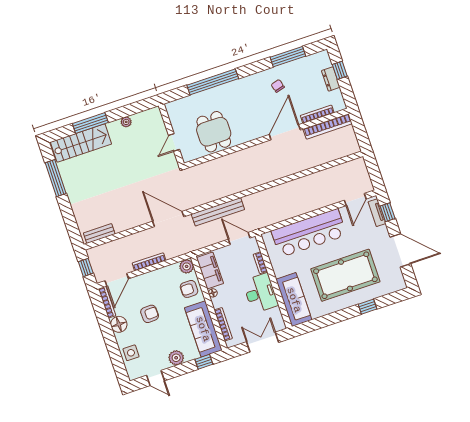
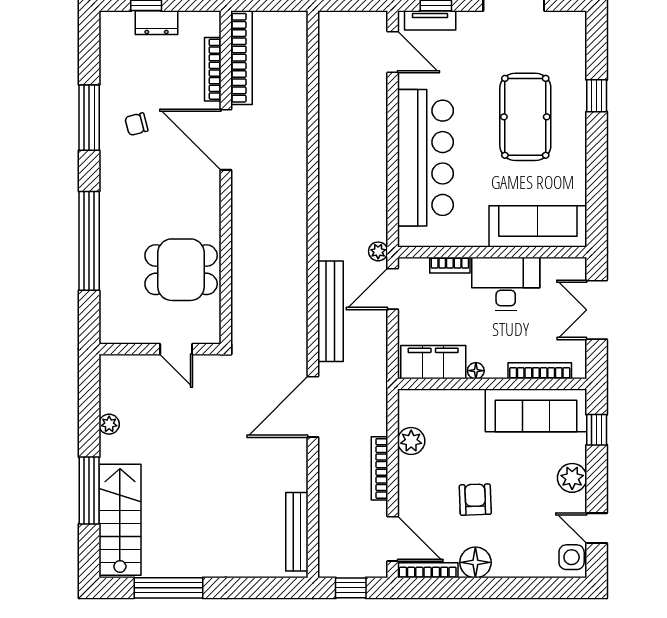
window: (288, 57) -> (89, 118), moved
plant: (255, 225) -> (378, 251), added
bench: (99, 234) -> (297, 532), width x1.36
plant: (187, 266) -> (411, 441), moved
pool table: (345, 275) -> (525, 117), width x0.73, depth x0.76
armchair: (189, 289) -> (454, 412), removed
side table: (131, 353) -> (572, 557), moved
door: (156, 378) -> (597, 528), swing flipped

